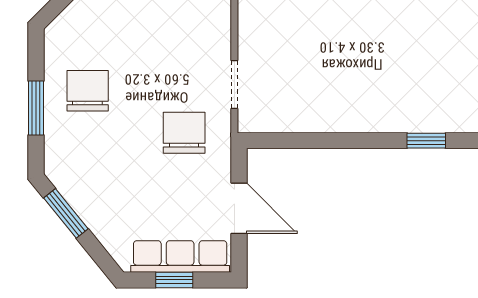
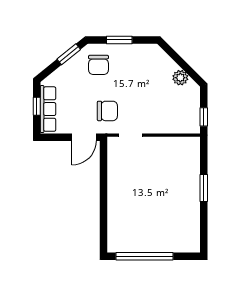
chair: (88, 91) -> (99, 65), moved, turned 90
window: (426, 141) -> (104, 227), removed
door: (239, 208) -> (84, 137), moved

